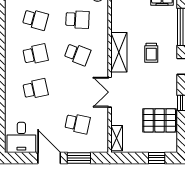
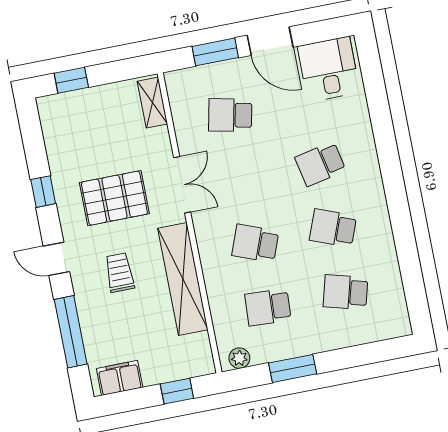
shelving: (119, 52) -> (183, 279), width x1.47
school desk: (35, 54) -> (333, 228), turned 33
pallet: (160, 120) -> (114, 198), moved

